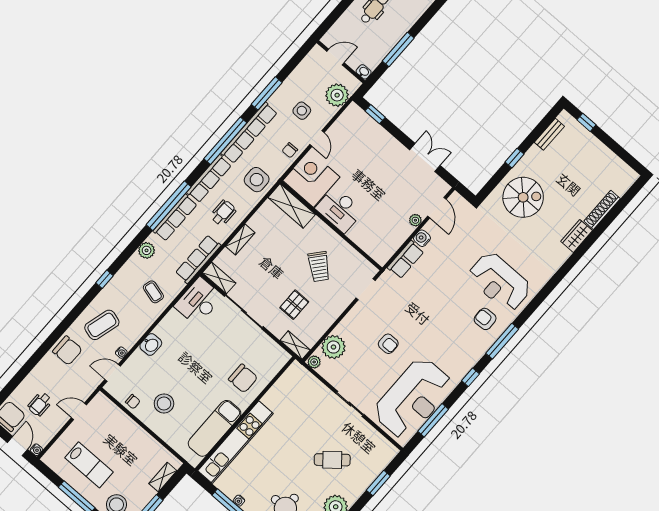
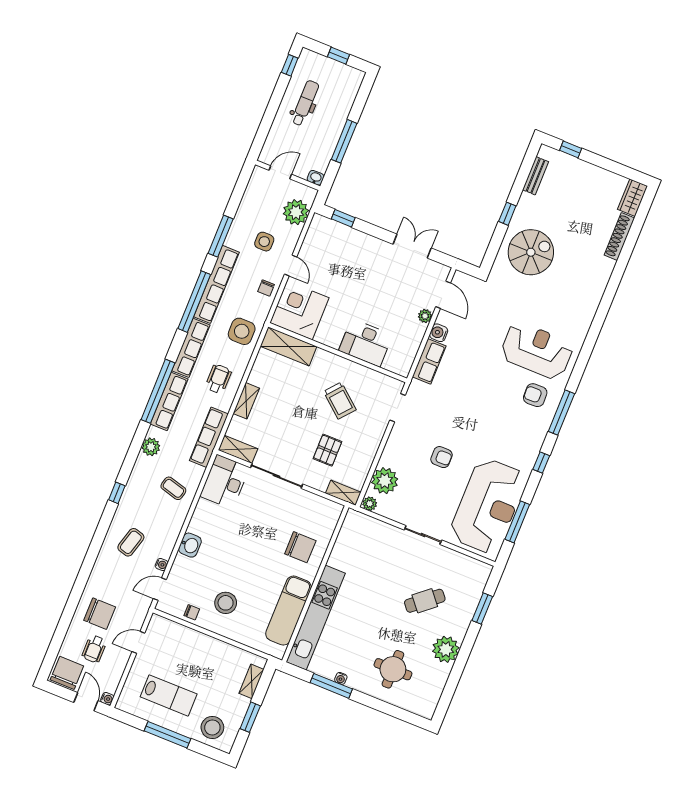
desk: (339, 210) -> (366, 343), moved
wardrobe: (577, 236) -> (632, 198), moved
reception desk: (499, 282) -> (537, 350), turned 180
coffee table: (102, 325) -> (131, 542), width x0.73, depth x0.77
chair: (67, 351) -> (100, 614), moved

